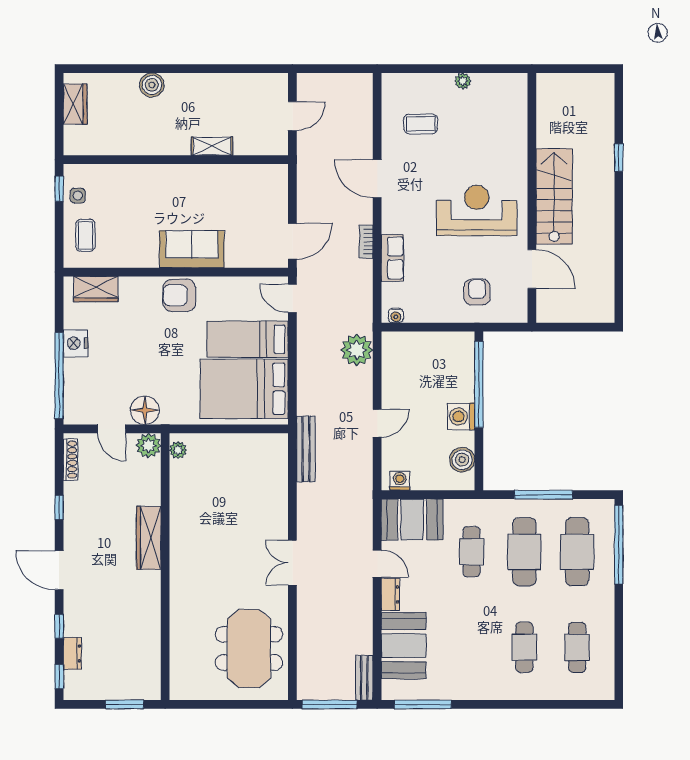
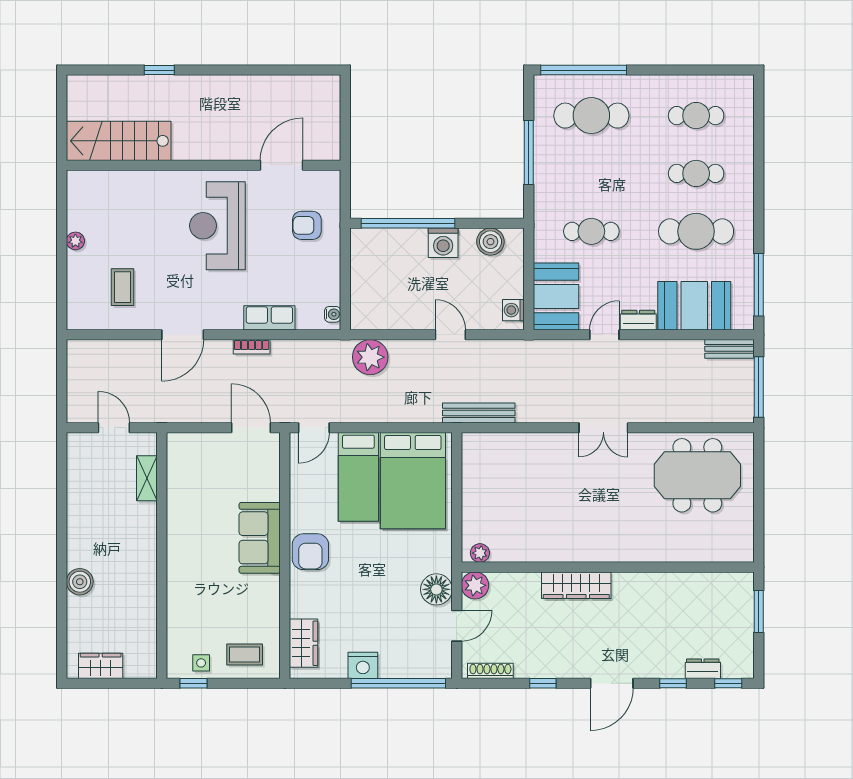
shelving: (212, 146) -> (147, 478), moved
stairs: (554, 196) -> (119, 141), moved
cafe table: (524, 552) -> (696, 231), moved

